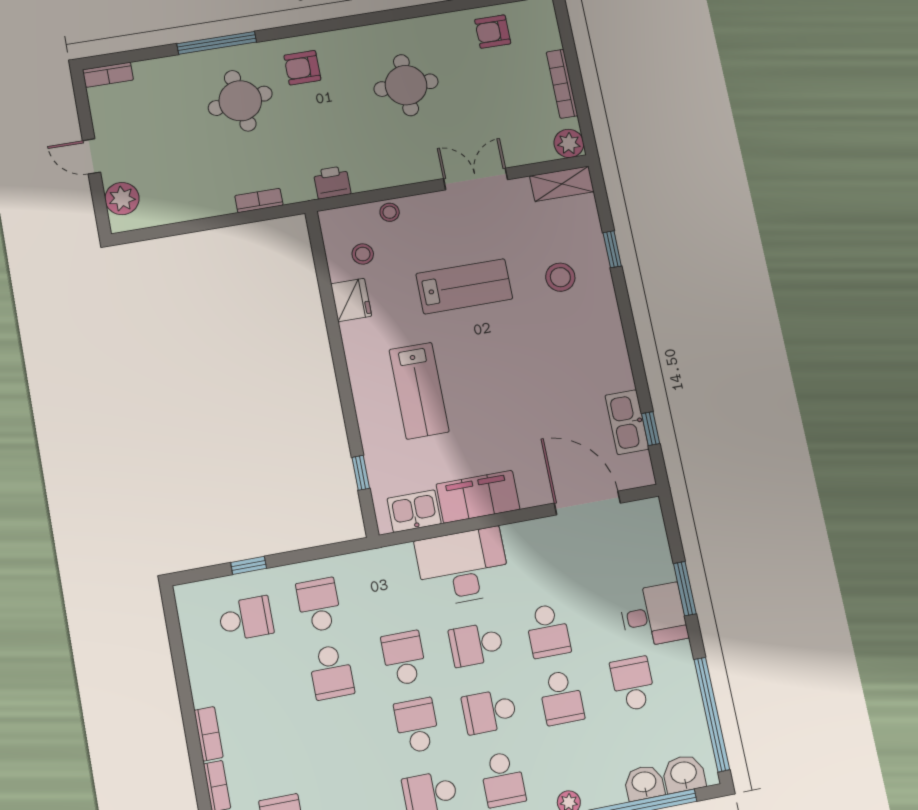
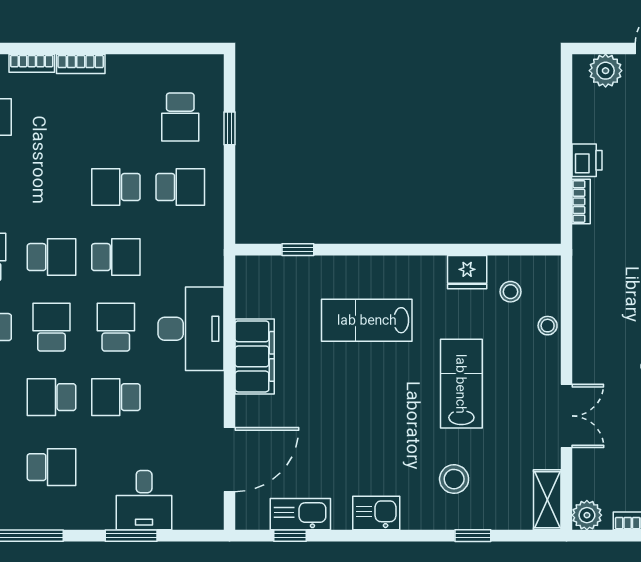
printer: (332, 182) -> (587, 160), moved
lab bench: (464, 286) -> (461, 384), turned 180
kitchen sink: (414, 511) -> (376, 513), moved, turned -90
desk: (653, 615) -> (144, 500), moved

